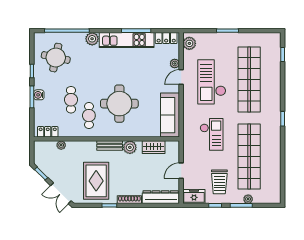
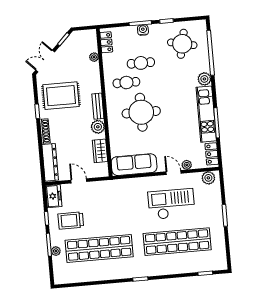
checkout: (212, 134) -> (118, 208), removed

